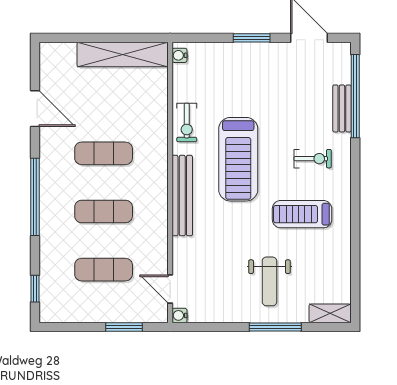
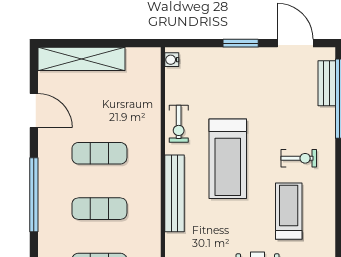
shelving: (123, 54) -> (82, 59), moved
bench: (342, 108) -> (327, 83), moved
treadmill: (302, 214) -> (289, 211), turned 90

